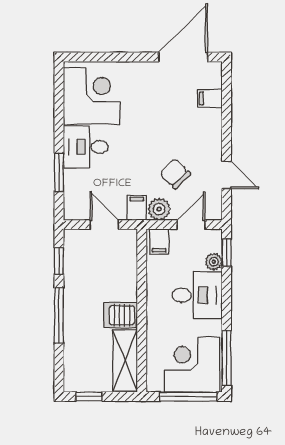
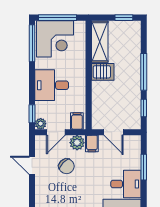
plant: (214, 262) -> (41, 124), moved

